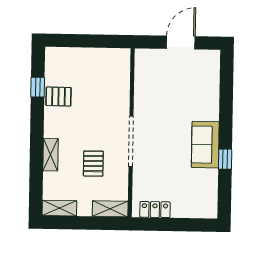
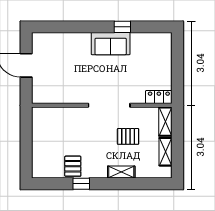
window: (38, 87) -> (81, 184), moved
shelving: (59, 208) -> (166, 152), moved
locker: (155, 209) -> (159, 97), moved, turned 90

